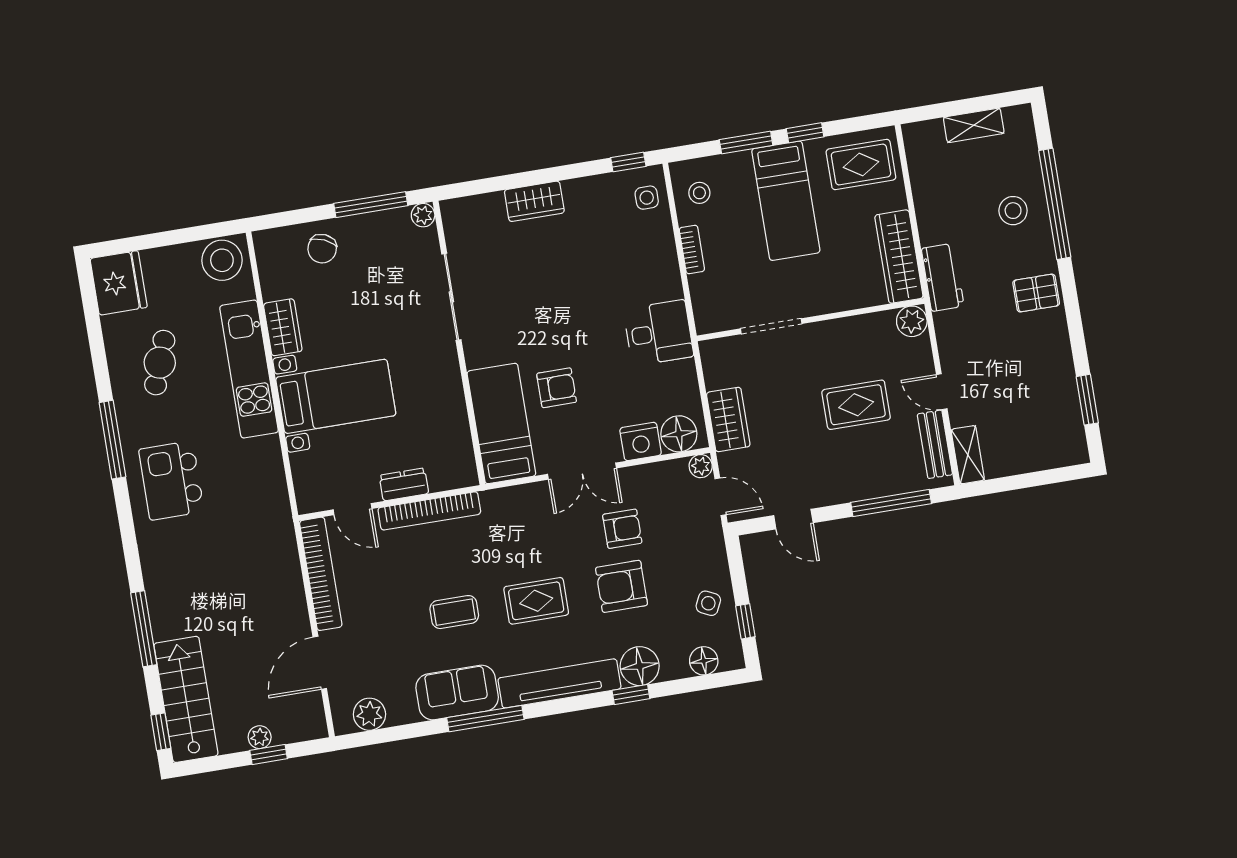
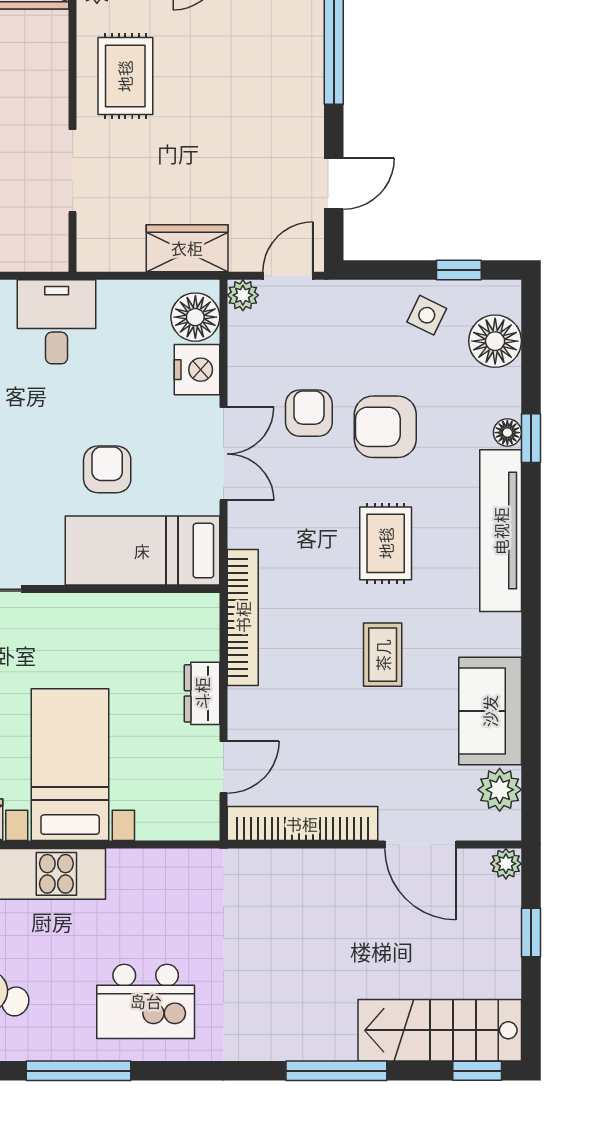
rug: (856, 405) -> (125, 76), moved
bookcase: (429, 511) -> (243, 617), moved
armchair: (621, 586) -> (385, 427), turned 90
floor lamp: (704, 661) -> (495, 341), width x1.38, depth x1.38
floor lamp: (640, 666) -> (507, 433), width x0.53, depth x0.53
sofa: (457, 693) -> (490, 711), moved
window: (485, 719) -> (531, 637), removed
plant: (260, 737) -> (506, 864), moved

